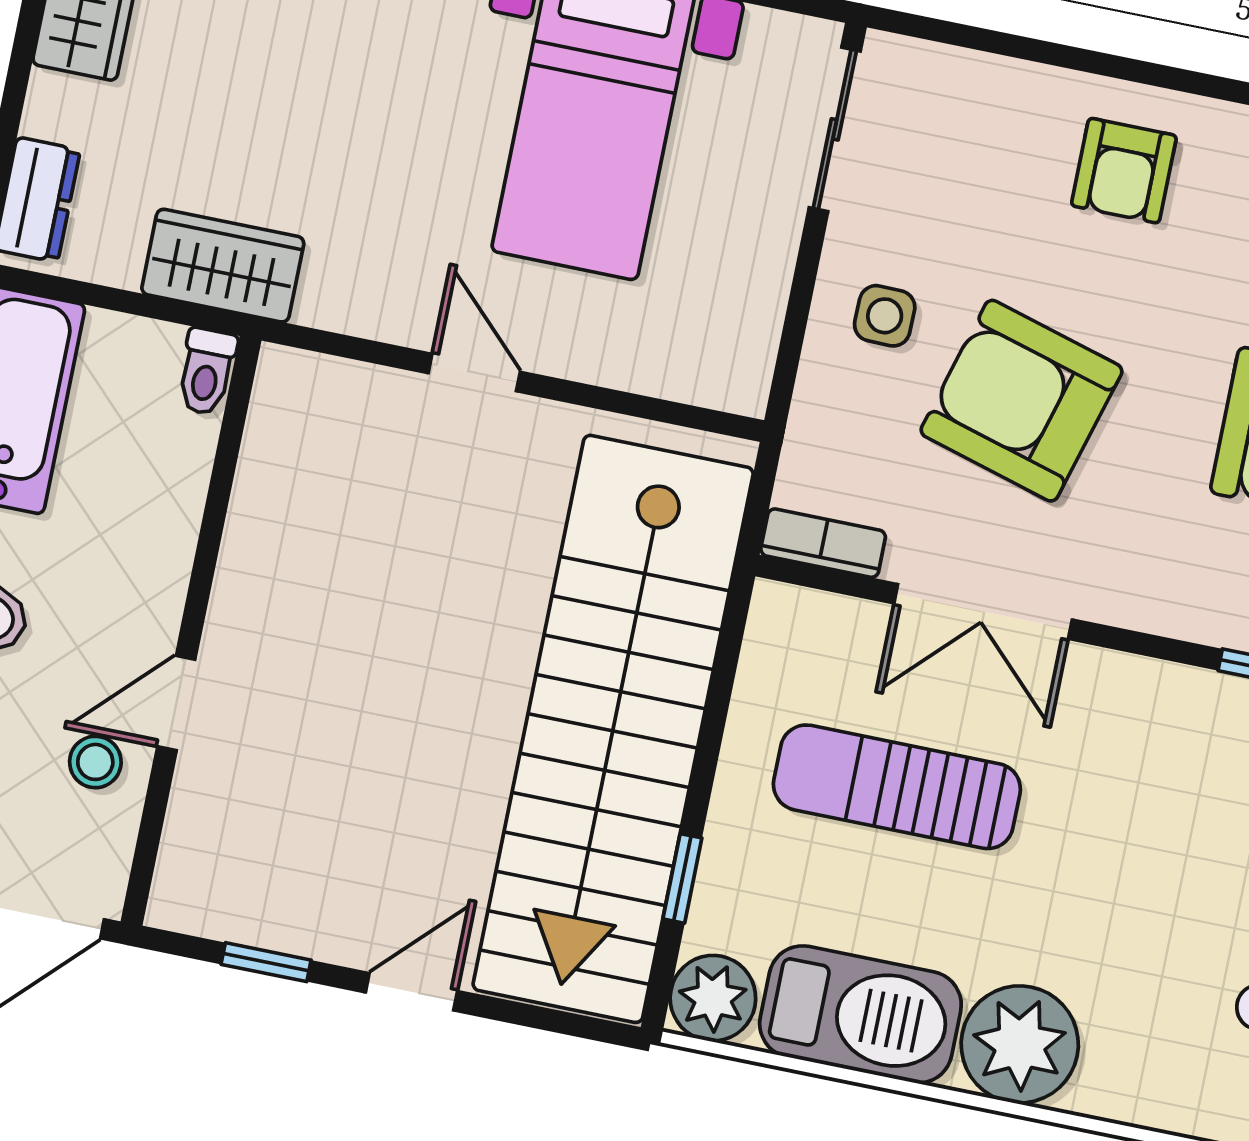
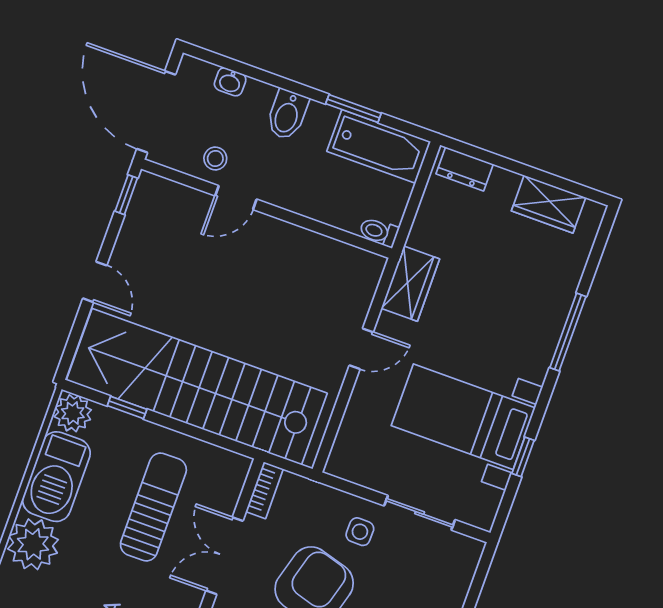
sliding door: (835, 129) -> (420, 513), moved
wardrobe: (223, 266) -> (410, 284), moved
door: (176, 703) -> (236, 198), swing flipped
window: (266, 962) -> (126, 195), moved

